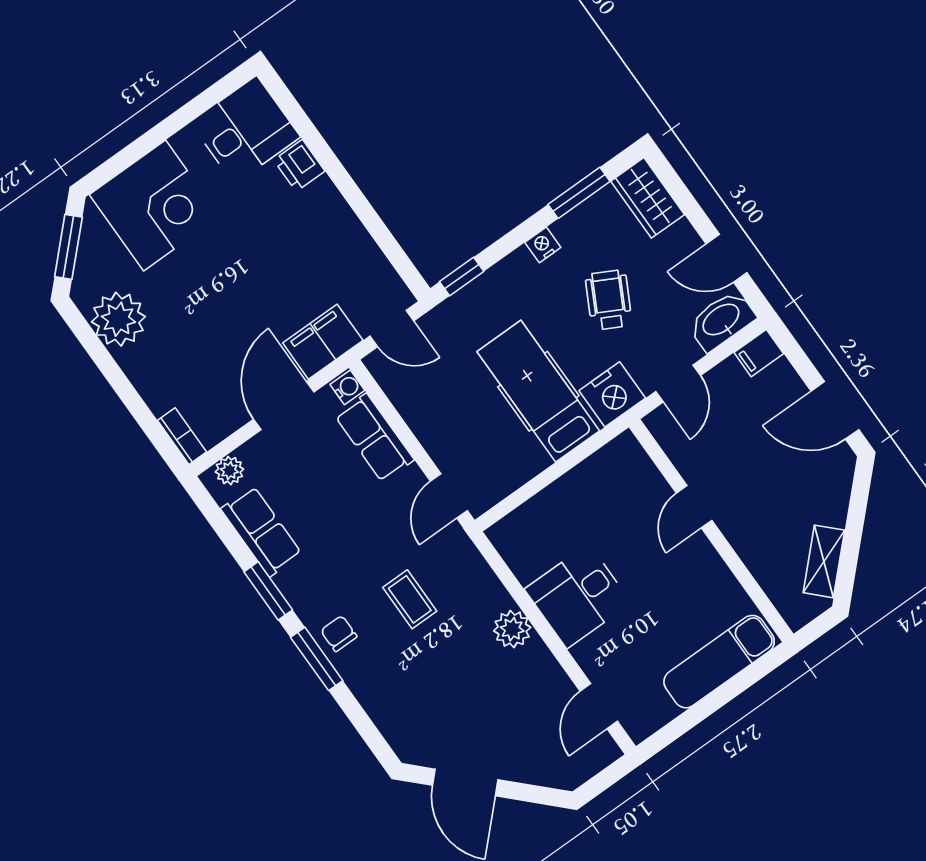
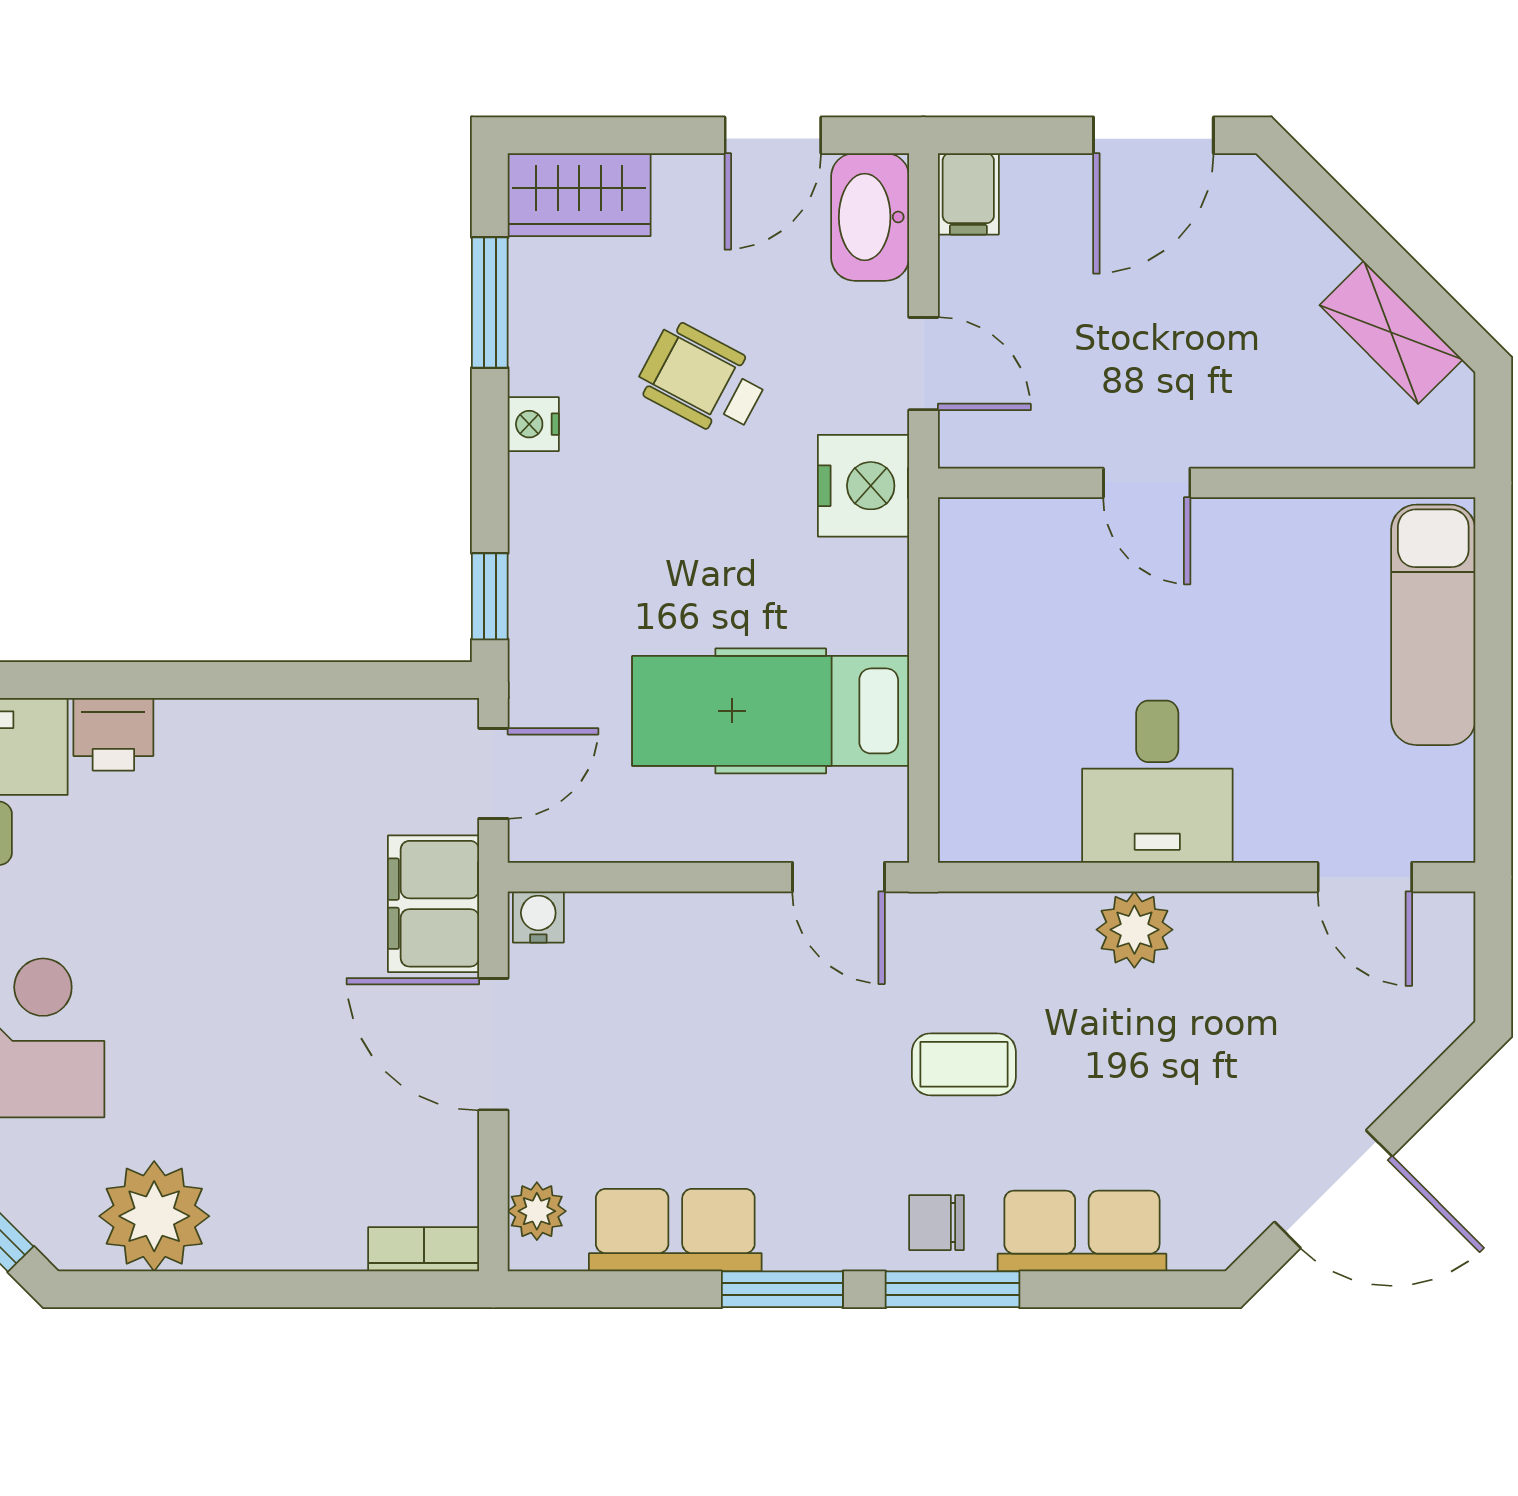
hospital bed: (538, 391) -> (771, 711), moved
row of seats: (374, 438) -> (1082, 1231), moved, turned 180

